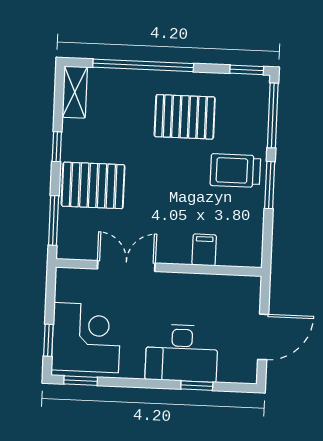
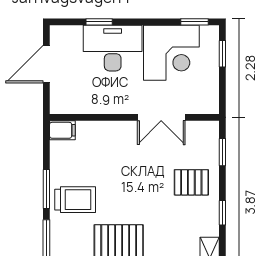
pallet: (93, 185) -> (191, 182), width x0.67, depth x0.71
window: (54, 220) -> (222, 152), width x0.67
filing cabinet: (204, 250) -> (62, 130), moved, turned -90
corner desk: (86, 338) -> (171, 53), moved, turned -90

